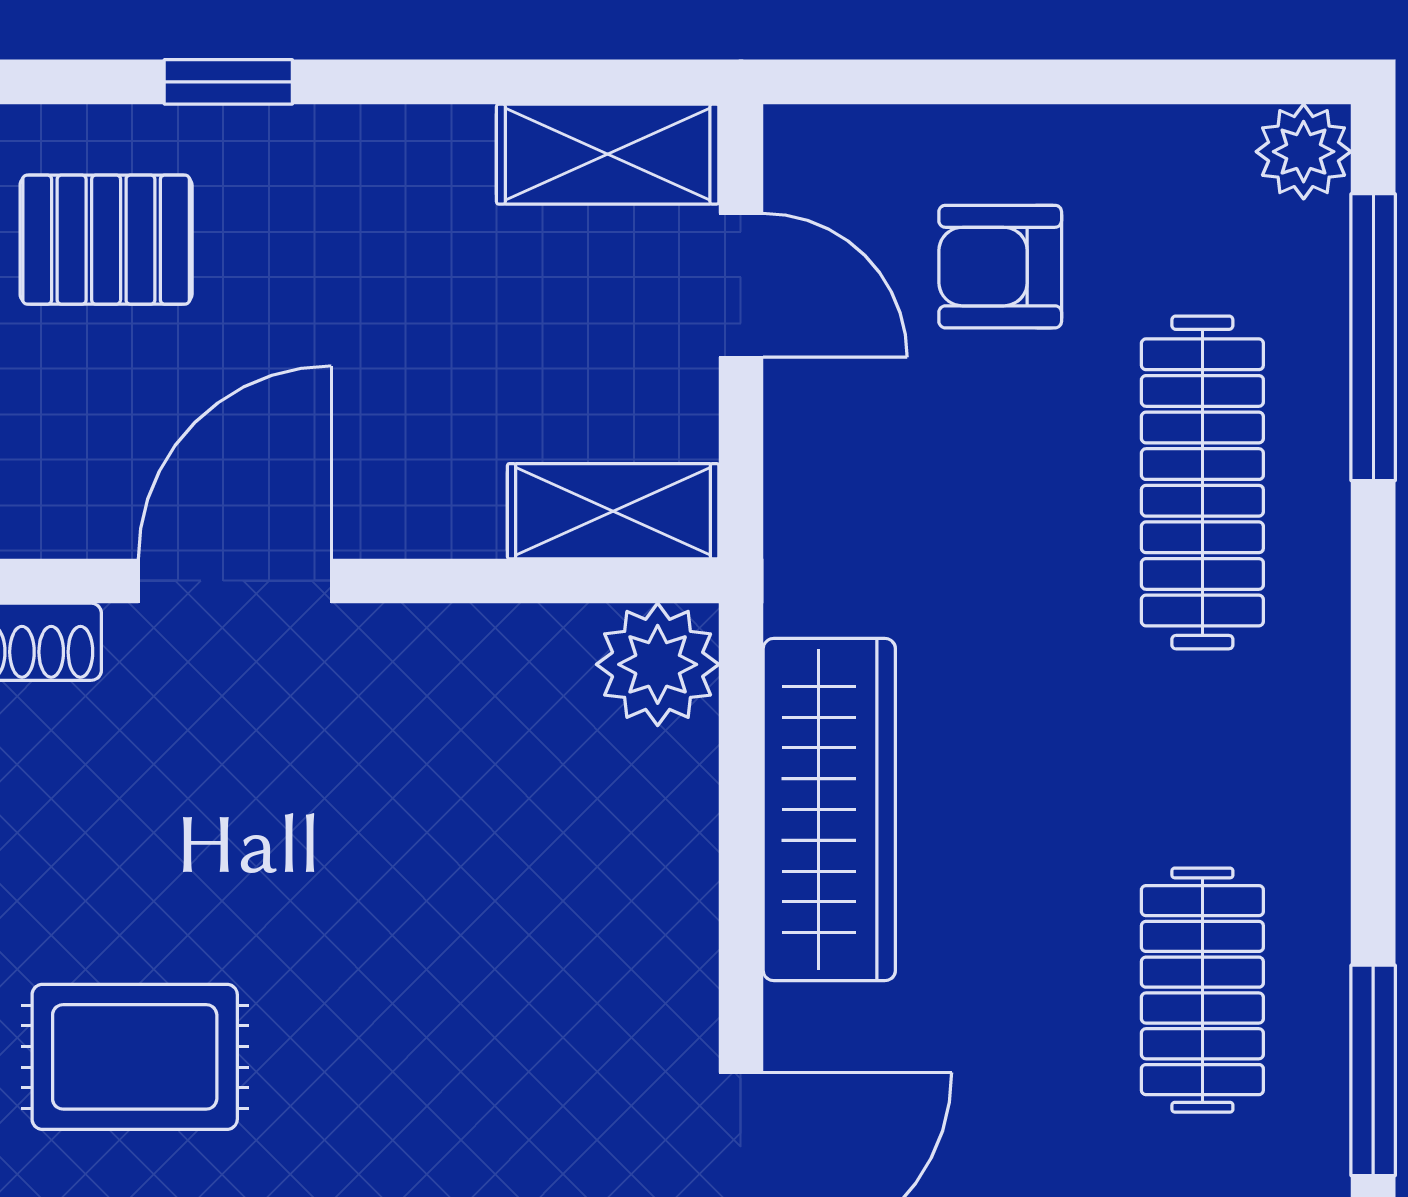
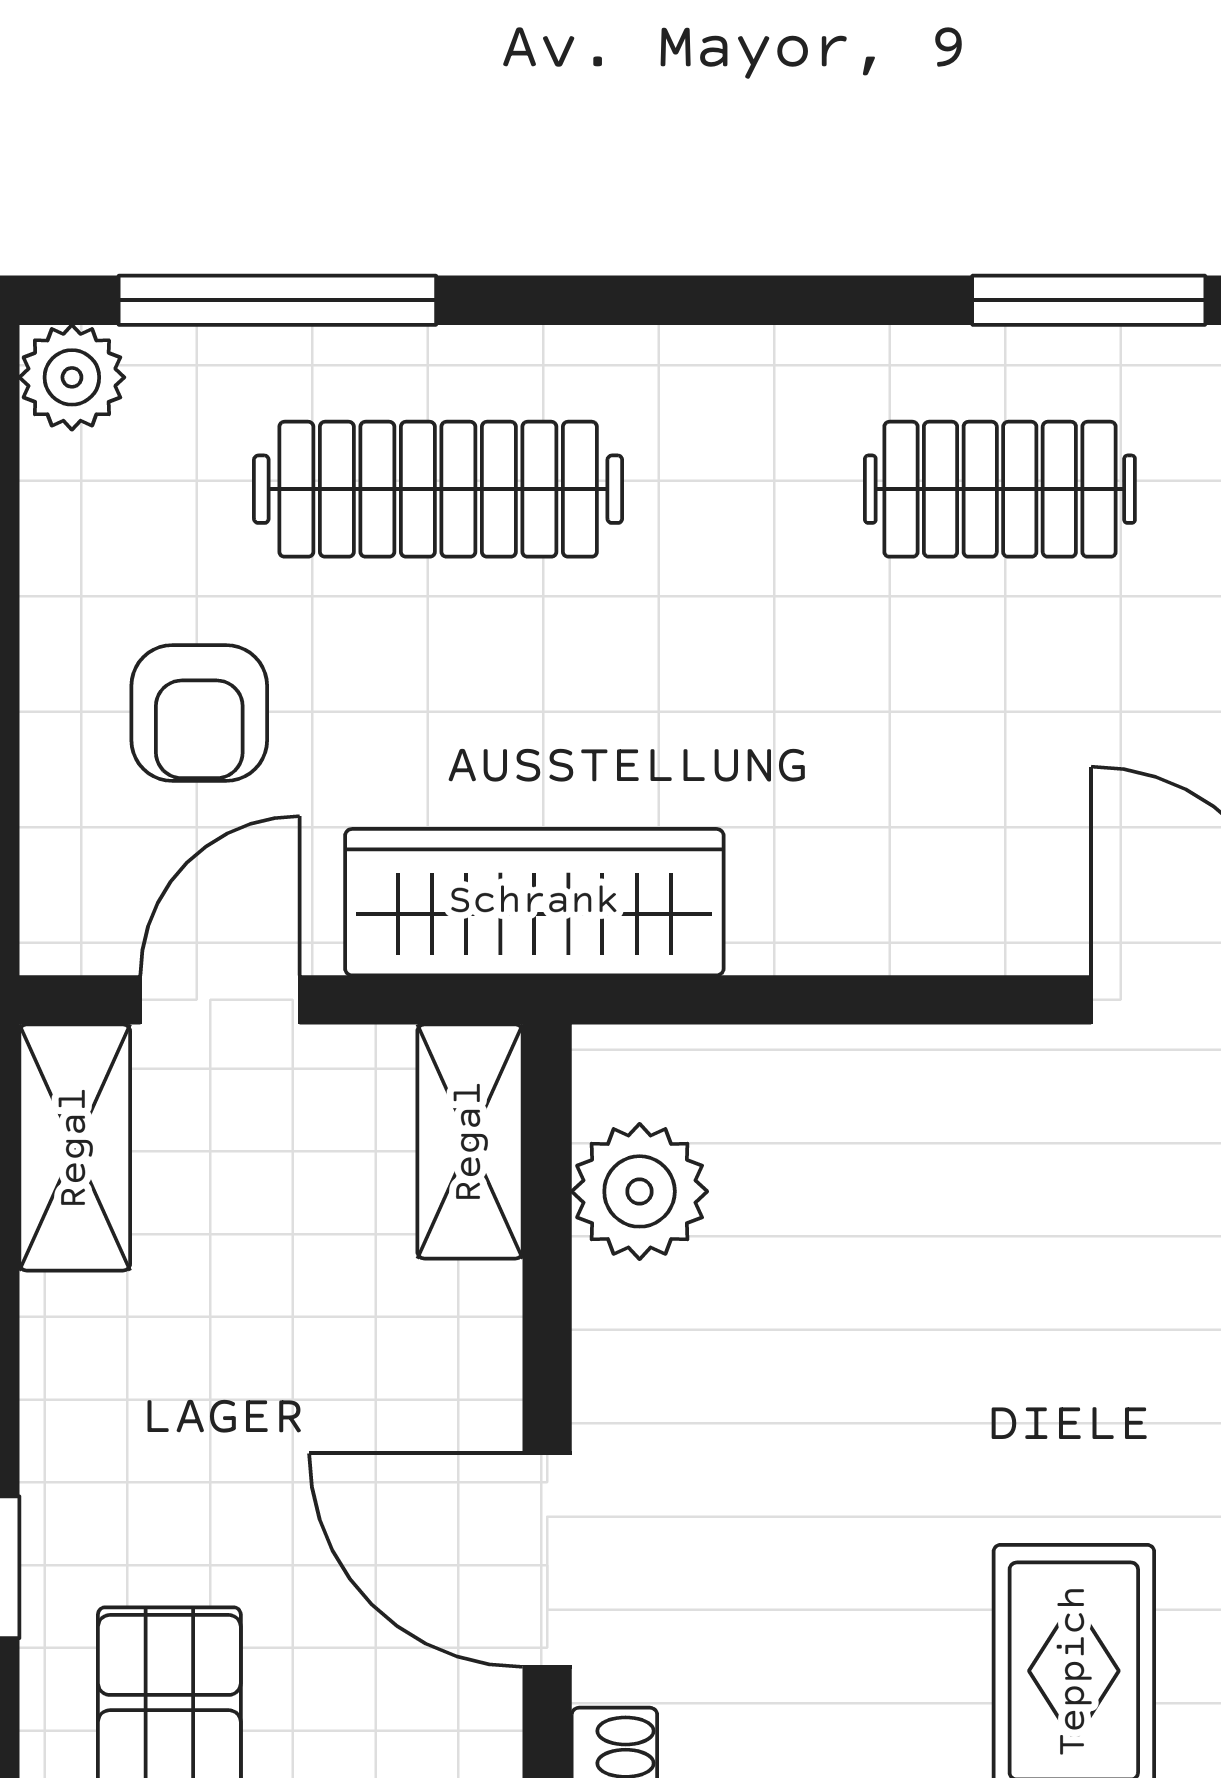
plant: (658, 664) -> (640, 1191), moved
wardrobe: (829, 810) -> (534, 902), moved

